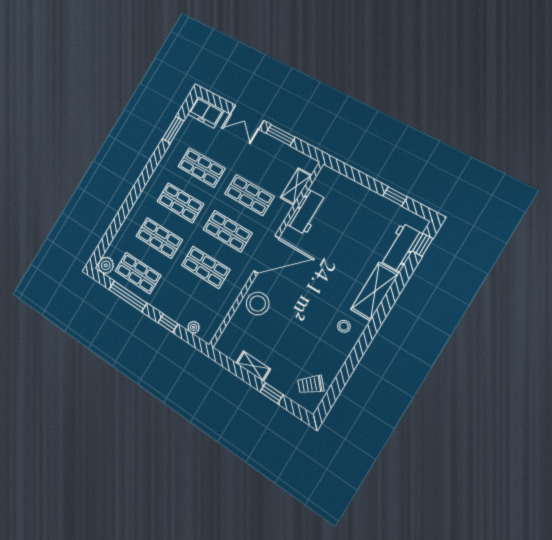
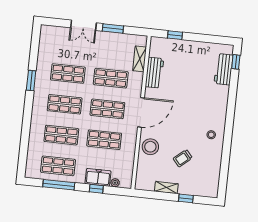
freezer: (206, 112) -> (98, 177), moved, turned 180
window: (173, 130) -> (31, 80), moved
window: (395, 196) -> (175, 35), moved
plant: (106, 265) -> (32, 172), removed
shelving: (375, 291) -> (220, 104), removed
trolley: (311, 385) -> (183, 158), moved

